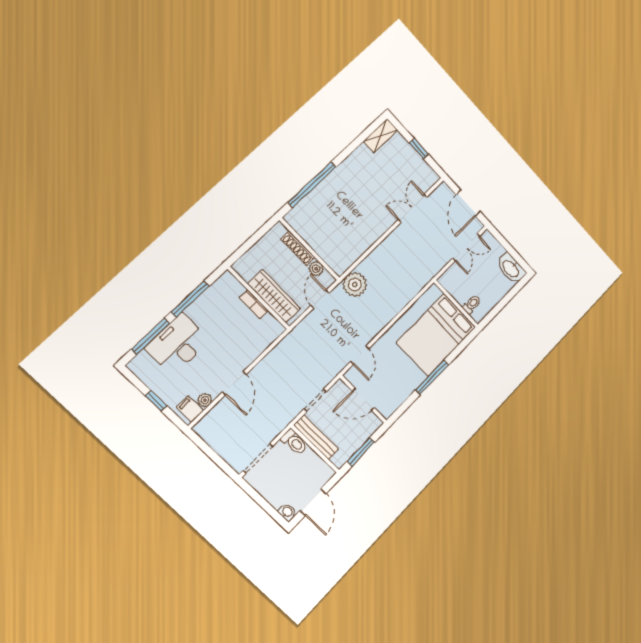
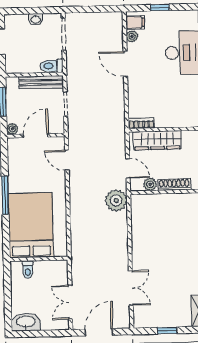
door: (468, 203) -> (99, 332), hinge flipped
bookcase: (254, 304) -> (141, 123), moved
plant: (375, 423) -> (12, 129), added
washbasin: (287, 512) -> (36, 19), moved

